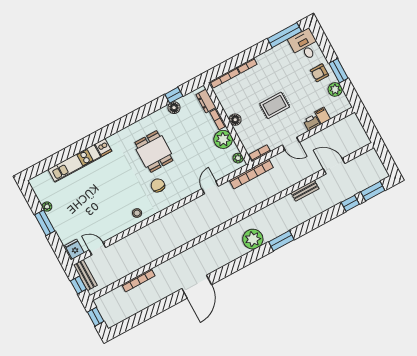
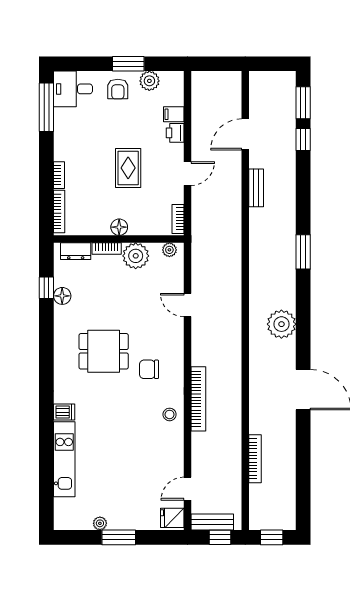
bookcase: (251, 174) -> (198, 399), moved
plant: (253, 239) -> (281, 324), moved

